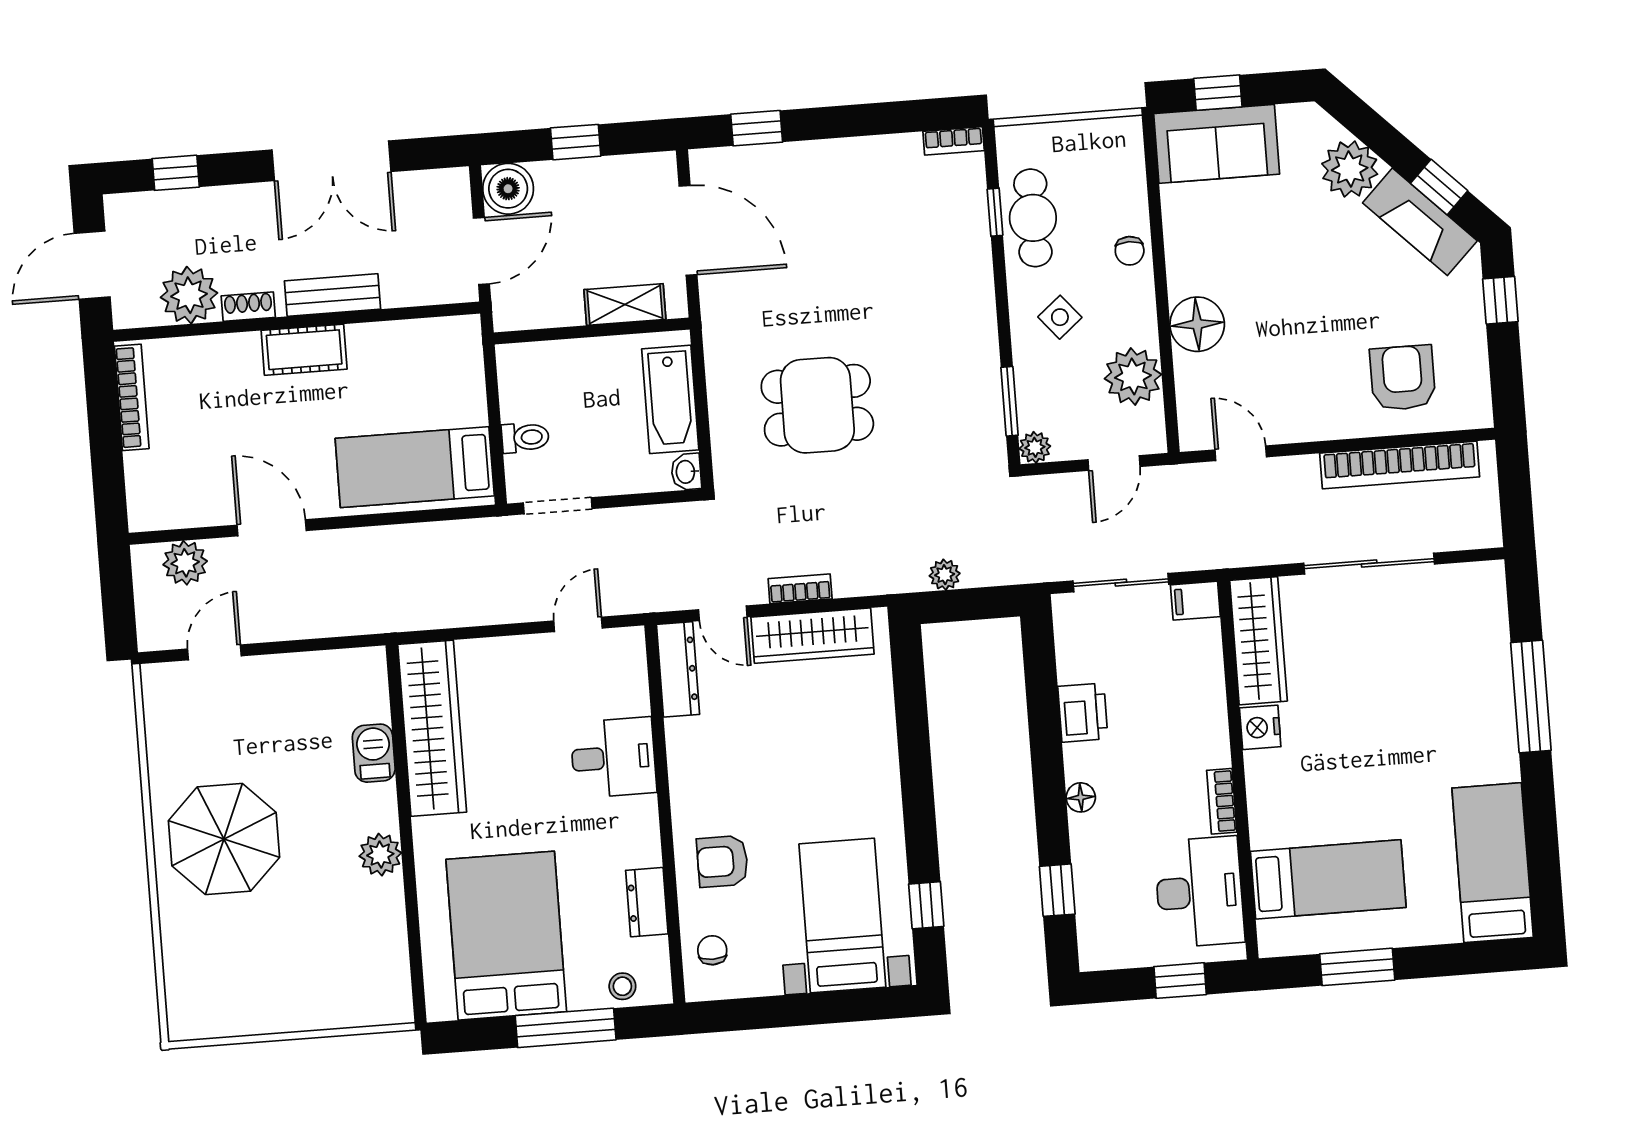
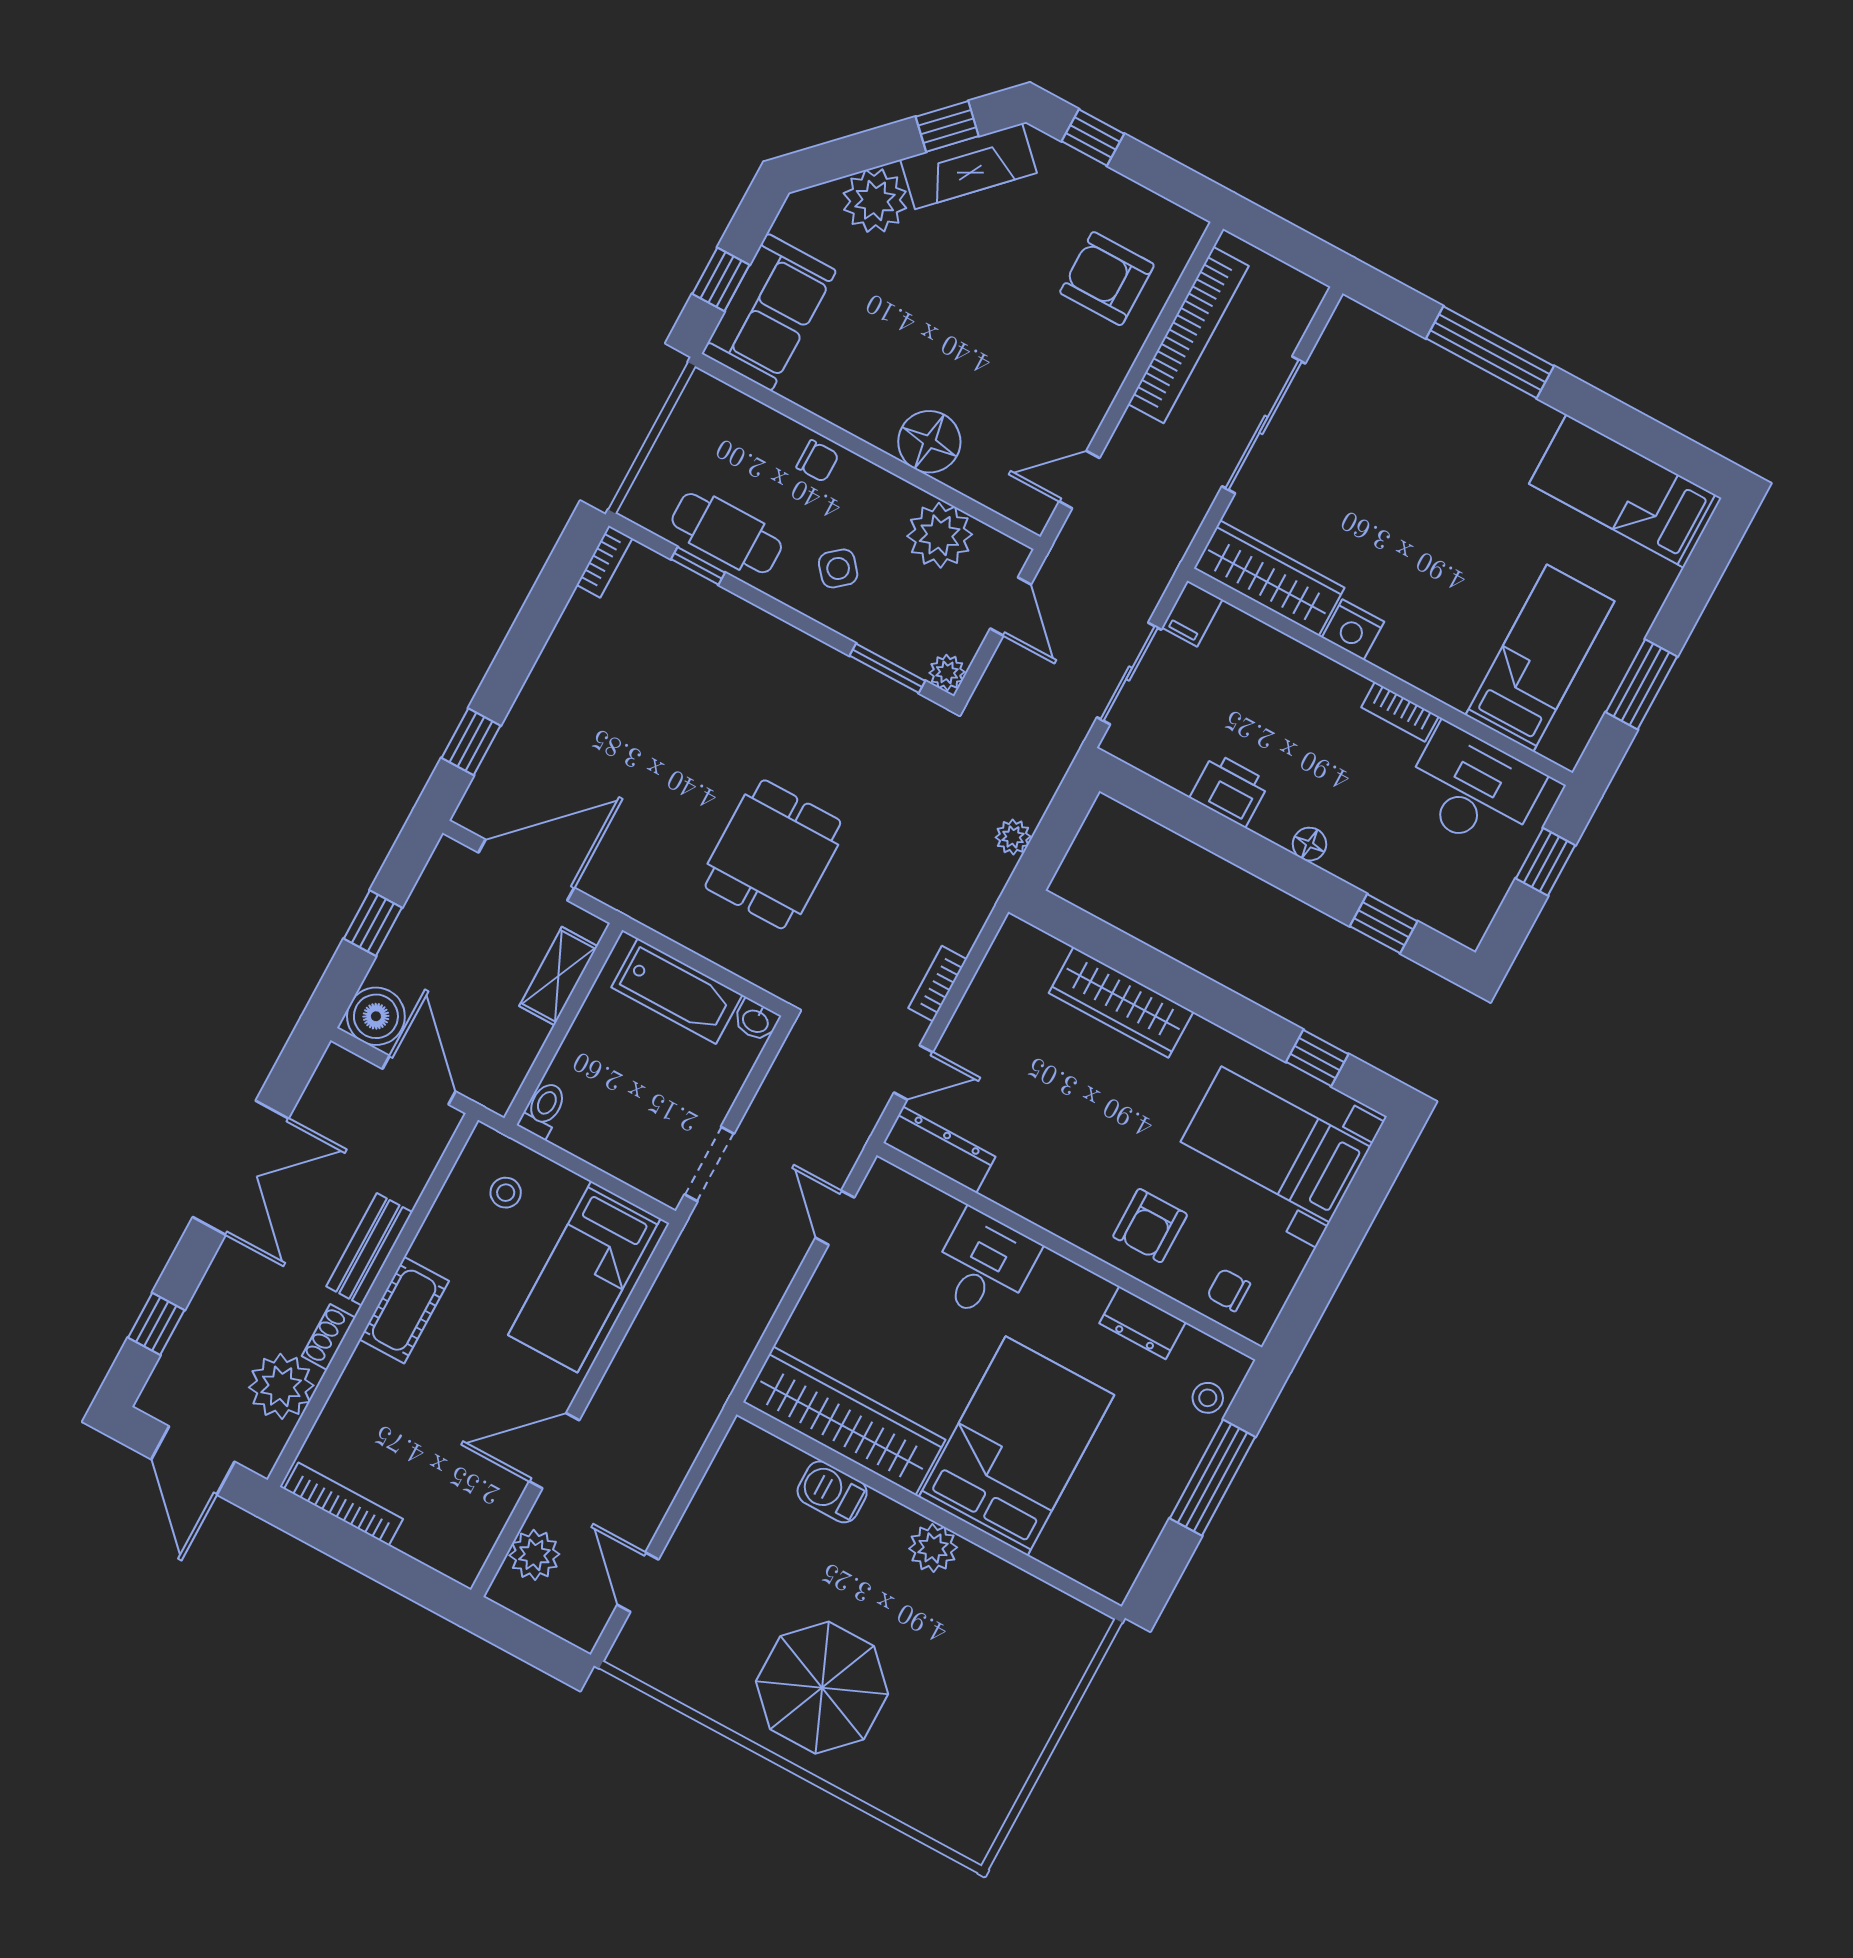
stool: (439, 369) -> (506, 1193), added
toilet: (525, 438) -> (543, 1109), moved
wardrobe: (813, 636) -> (1121, 1002), moved, turned 90
bed: (506, 936) -> (1016, 1446), moved, turned 90

